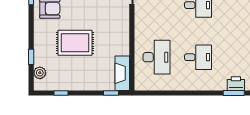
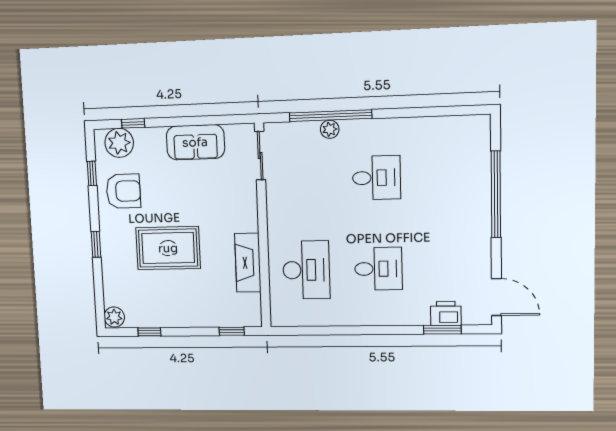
window: (31, 57) -> (96, 244), moved
plant: (40, 73) -> (114, 317), moved
fireplace: (122, 73) -> (248, 263), moved

